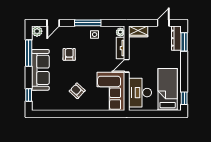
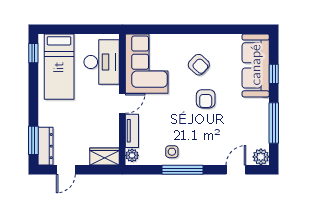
armchair: (69, 54) -> (206, 99), moved
sofa: (40, 70) -> (256, 65), moved
window: (29, 95) -> (274, 74), moved

